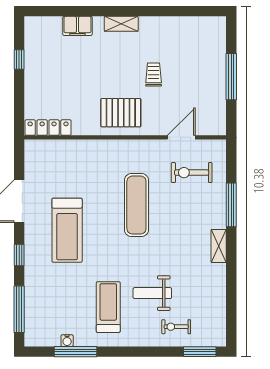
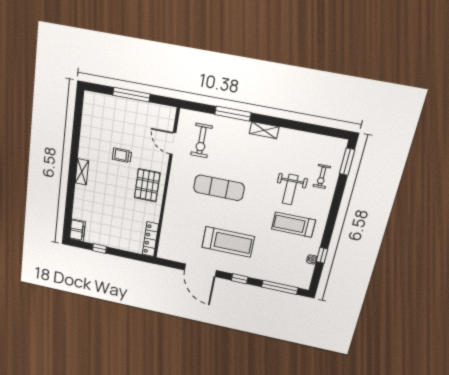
filing cabinet: (77, 26) -> (77, 230), moved
window: (76, 352) -> (322, 255), width x0.46

